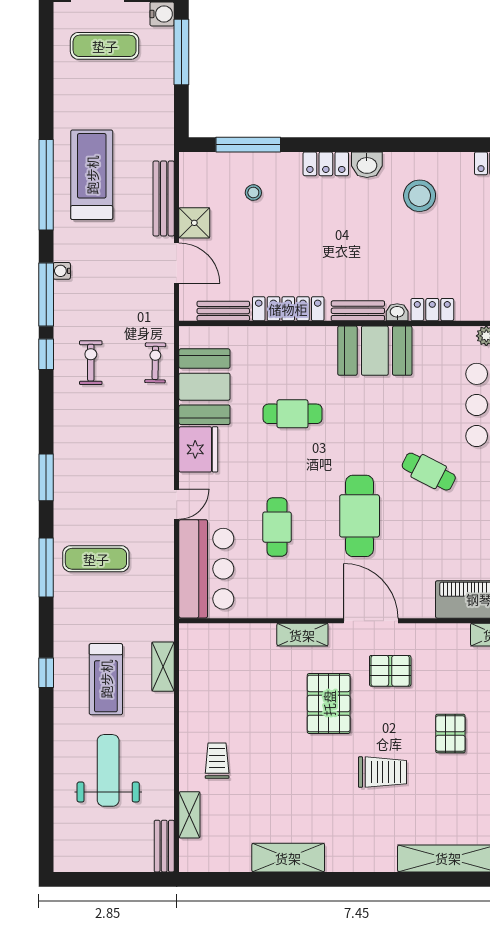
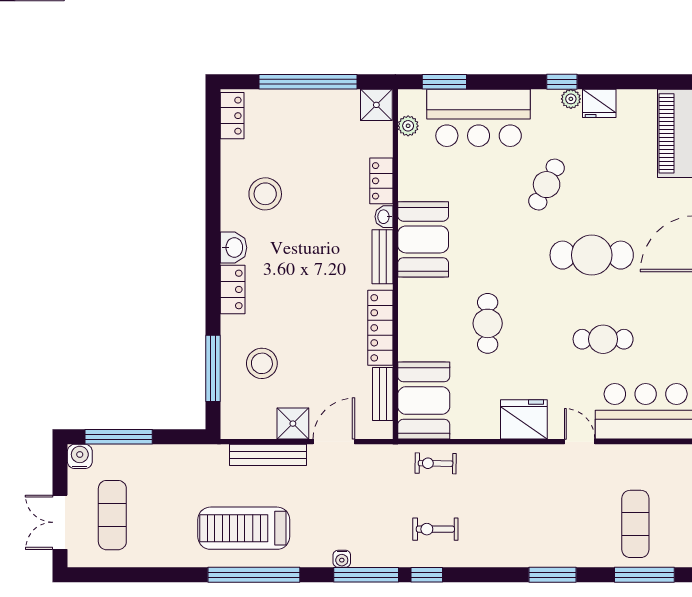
stool: (253, 193) -> (262, 363), width x1.89, depth x1.89
booth: (204, 387) -> (424, 401), moved, turned 90

